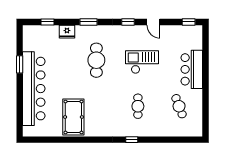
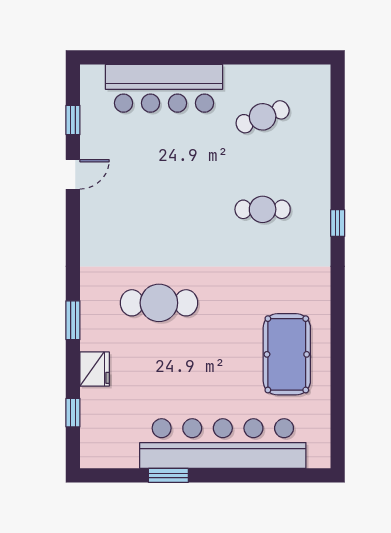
window: (128, 22) -> (73, 231), removed
window: (189, 22) -> (73, 120), moved
checkout: (142, 62) -> (163, 200), removed
bar counter: (192, 69) -> (164, 88), width x1.36
pool table: (73, 117) -> (287, 354), turned 90

